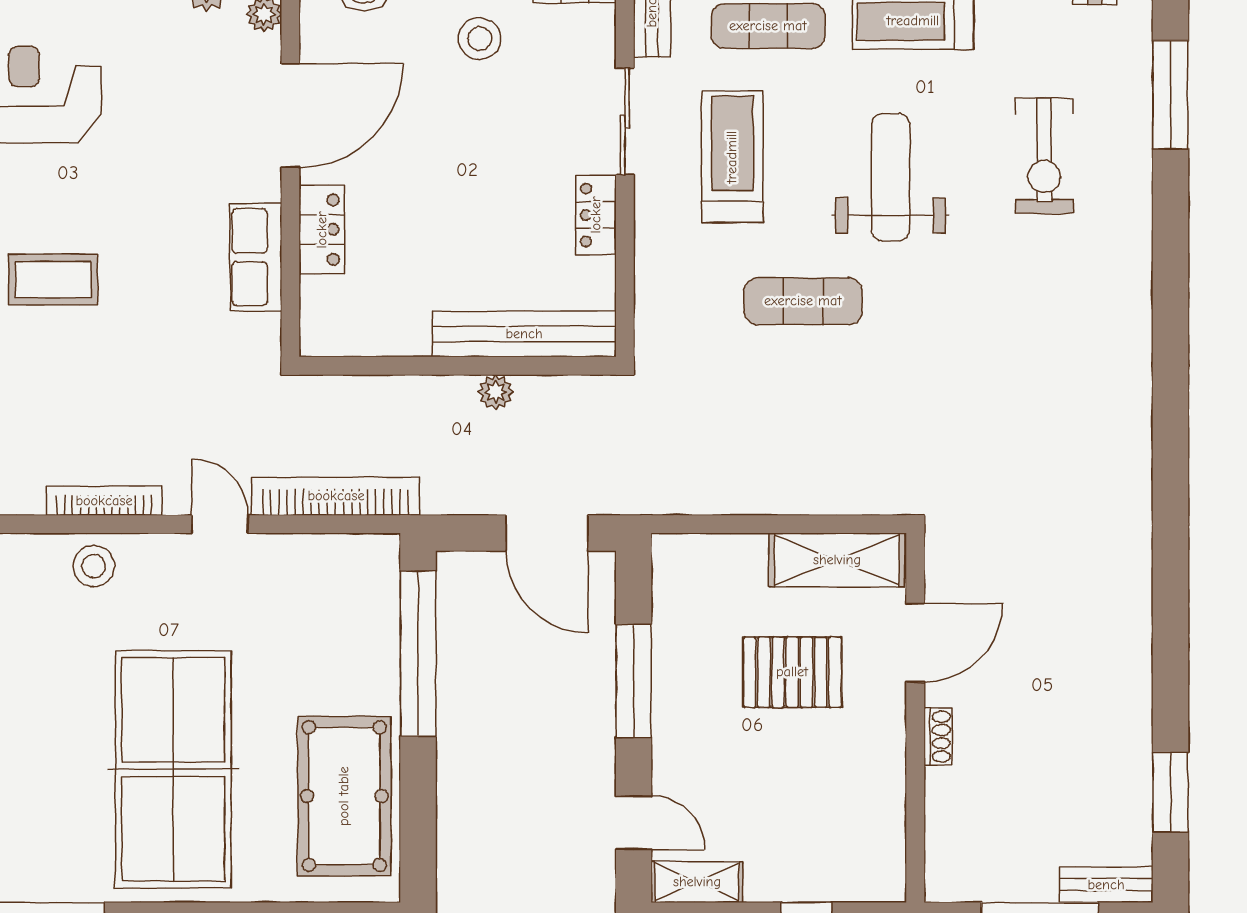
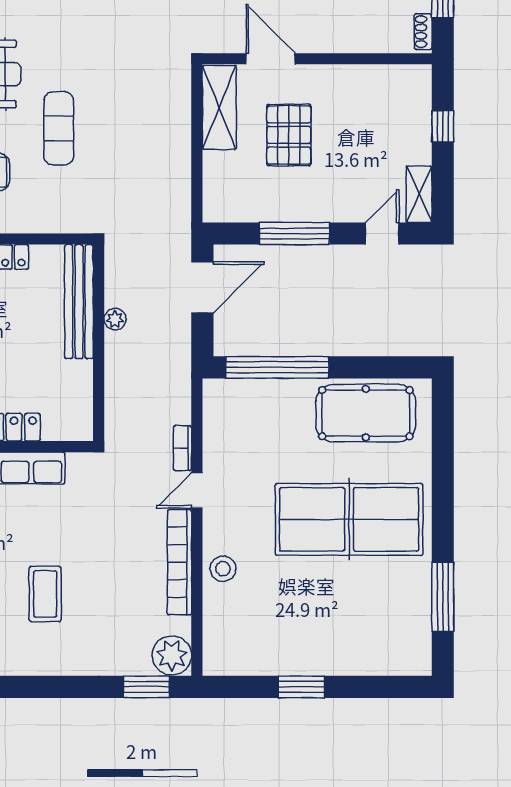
bookcase: (336, 496) -> (182, 448), width x0.43, depth x0.76
bookcase: (104, 501) -> (179, 562), width x1.48, depth x1.31
shoe rack: (938, 737) -> (423, 32), moved, turned -90

